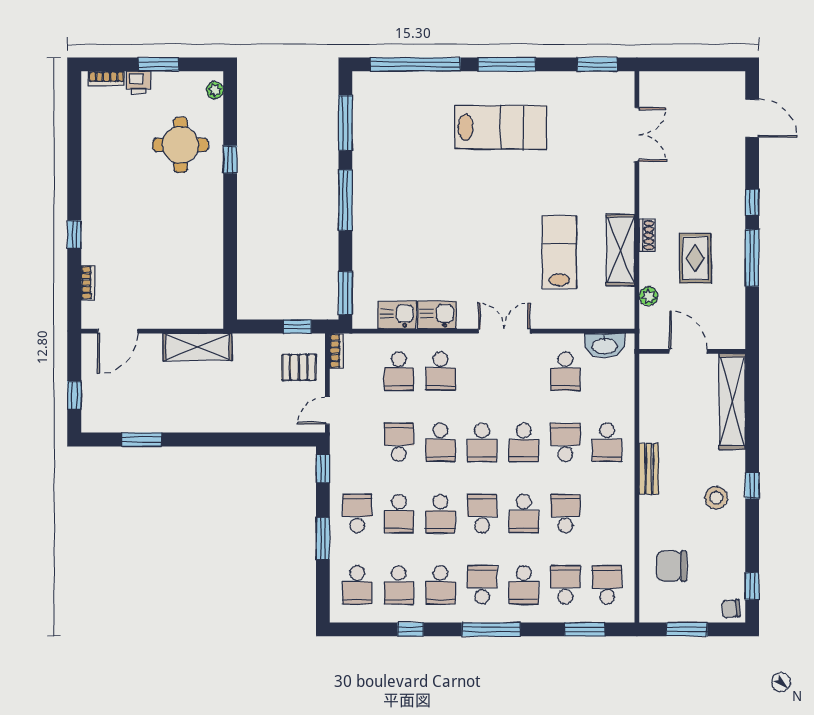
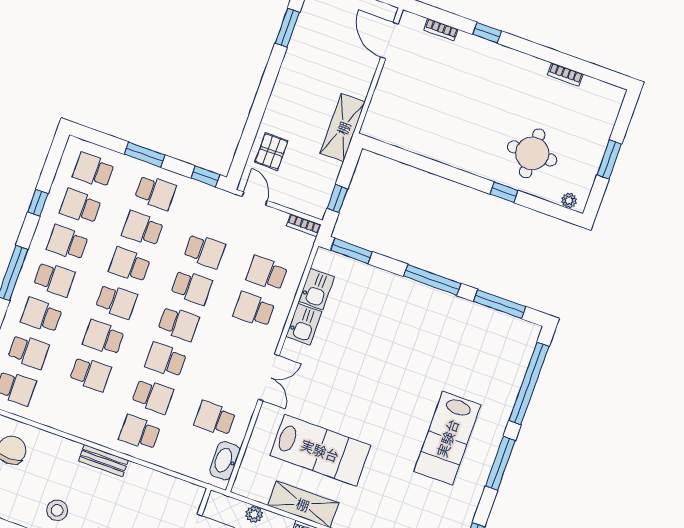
bookcase: (106, 78) -> (565, 74), moved, turned -90
printer: (138, 82) -> (600, 136), removed
lab bench: (559, 252) -> (320, 450), width x1.36, depth x1.39
shelving: (198, 347) -> (343, 128), moved
pallet: (299, 367) -> (271, 151), moved
school desk: (440, 442) -> (192, 287), turned 180
school desk: (482, 442) -> (179, 324), turned 180

